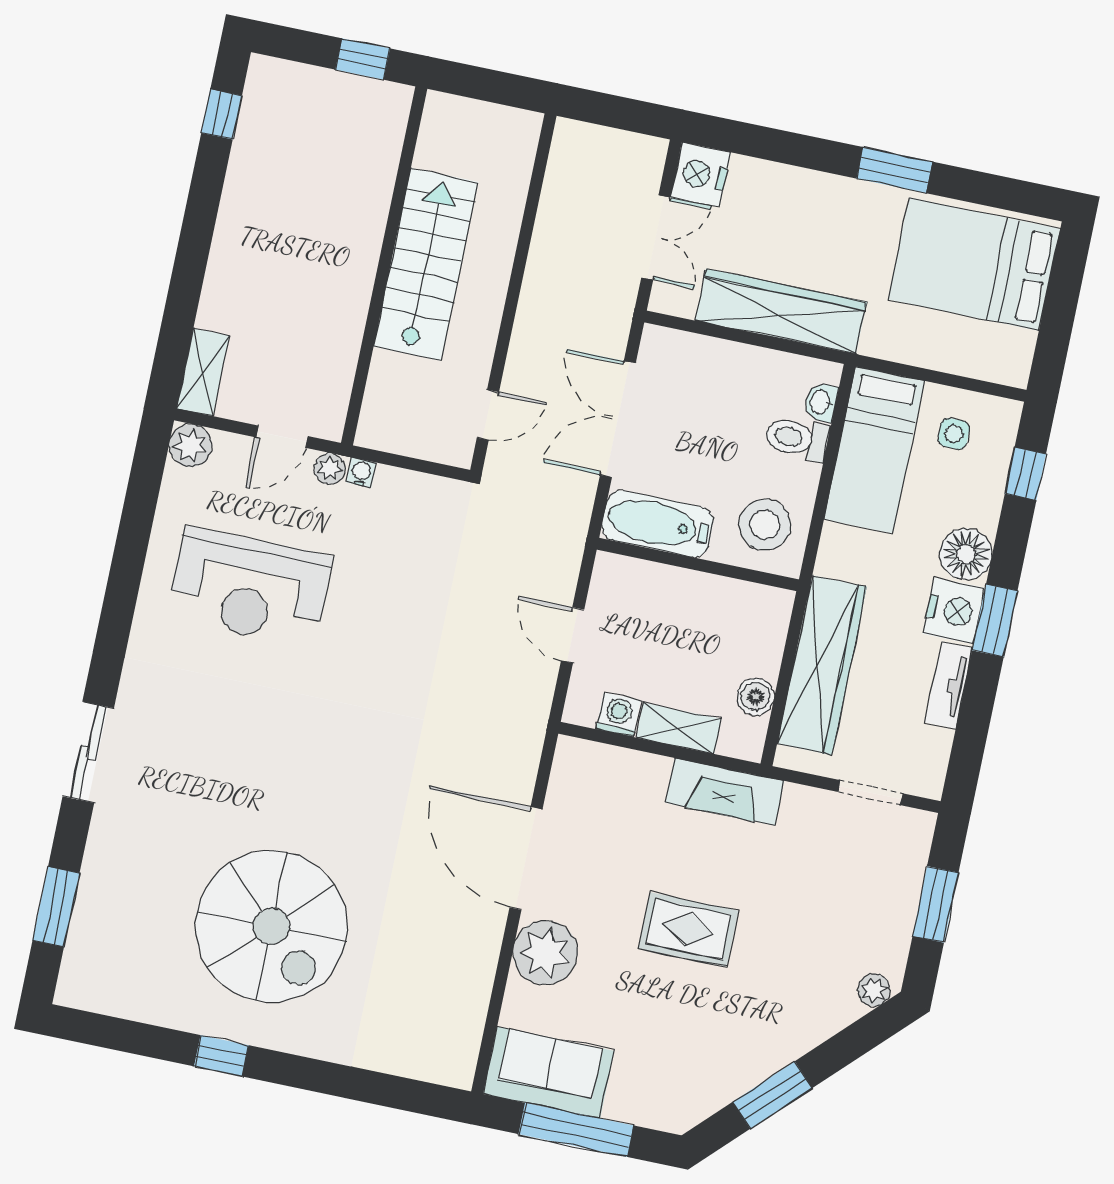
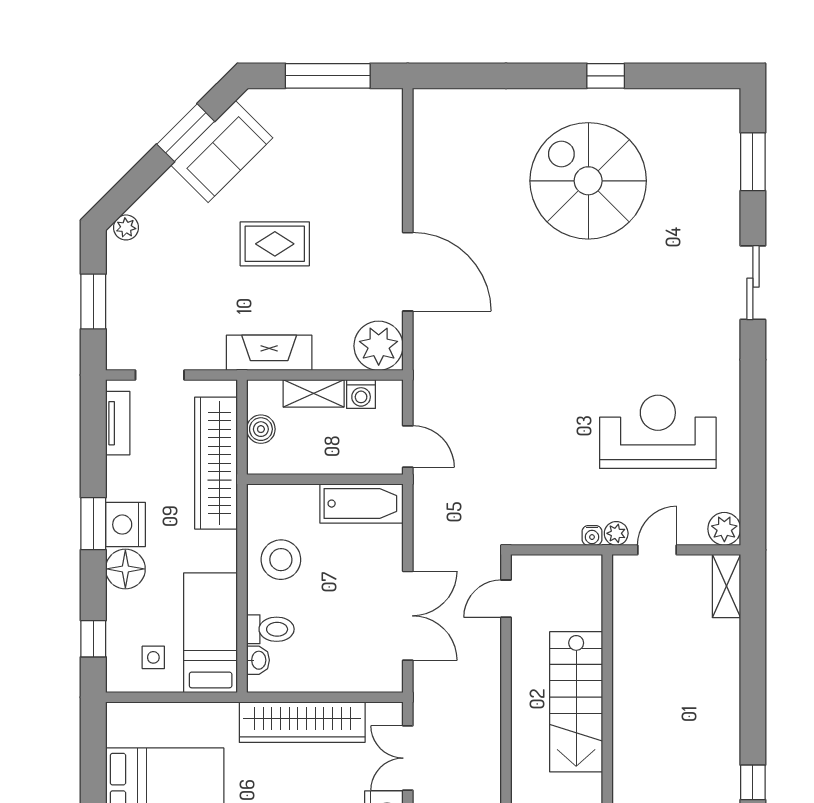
bathtub: (658, 524) -> (362, 504), moved
wall: (698, 564) -> (325, 479), moved
tv unit: (949, 685) -> (118, 423), moved
plant: (545, 952) -> (379, 346), moved
sofa: (549, 1072) -> (222, 152), moved, turned -45

